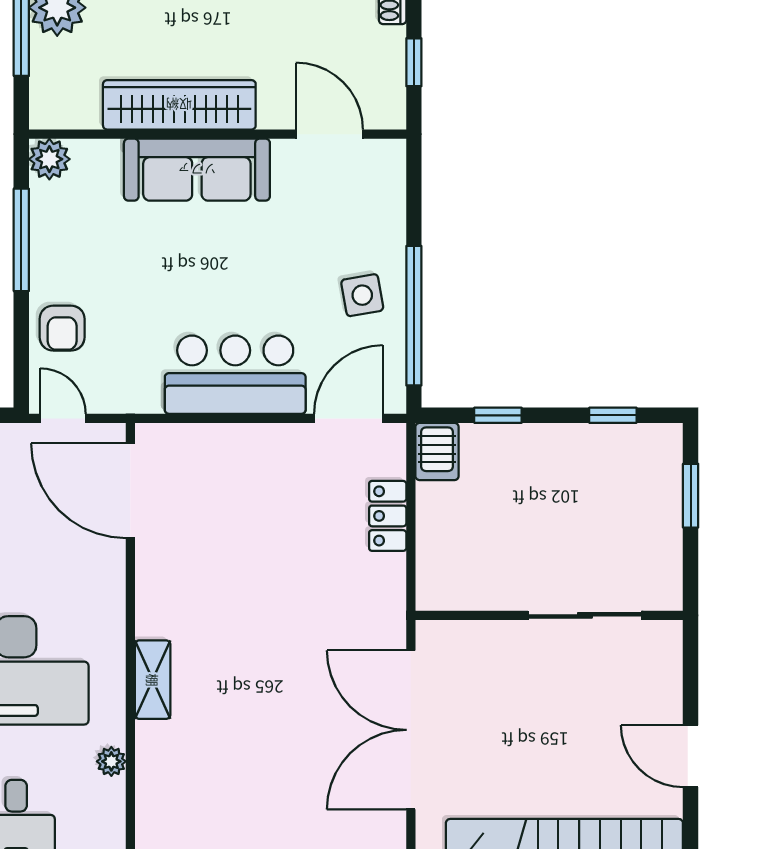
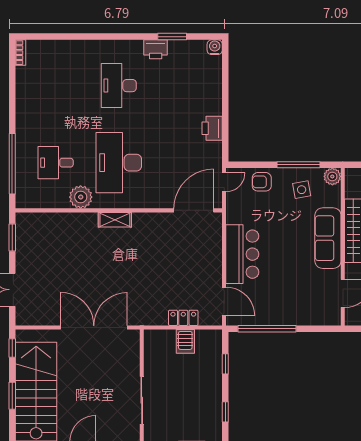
side table: (362, 295) -> (302, 190), moved
server rack: (437, 452) -> (185, 341), moved, turned -90
plant: (111, 761) -> (81, 197), width x1.88, depth x1.88

